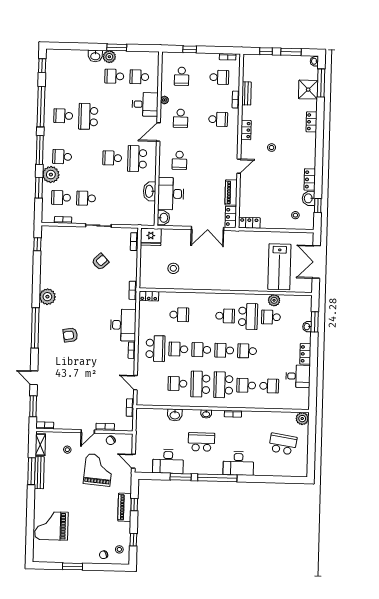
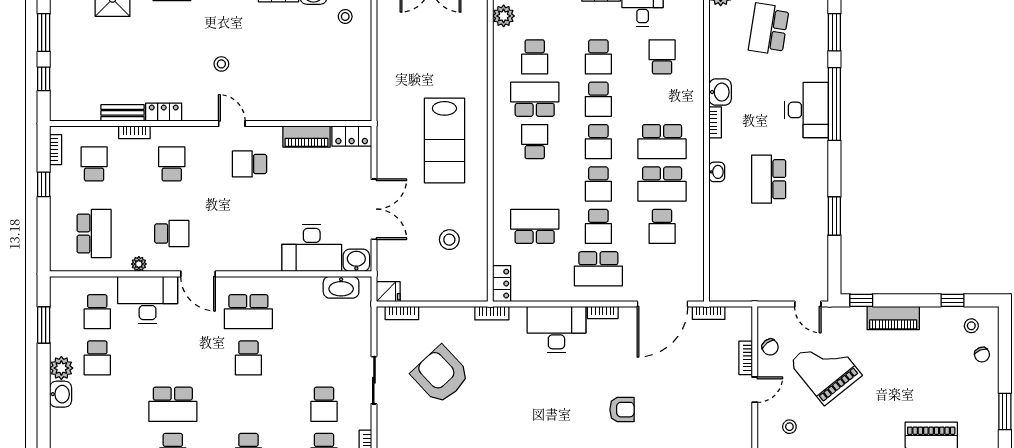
window: (117, 47) -> (44, 325), moved
window: (190, 49) -> (44, 184), moved
school desk: (182, 76) -> (94, 234), width x1.85
desk: (145, 104) -> (148, 300), width x1.37
locker: (246, 130) -> (164, 112), moved
school desk: (179, 160) -> (249, 164), moved, turned 180
door: (239, 166) -> (232, 124), moved
washbasin: (150, 191) -> (341, 287), moved
locker: (249, 223) -> (362, 101), removed
double door: (208, 228) -> (374, 209), moved
fridge: (151, 237) -> (388, 292), width x0.53, depth x0.75
armchair: (100, 262) -> (441, 375), width x1.88, depth x1.88
lab bench: (279, 267) -> (444, 140), moved, turned 90
plant: (274, 300) -> (504, 16), moved
school desk: (179, 315) -> (535, 226), width x1.85
armchair: (70, 335) -> (622, 410), moved, turned -81
school desk: (155, 349) -> (598, 269), turned 180
door: (136, 383) -> (662, 304), width x1.88
school desk: (246, 385) -> (598, 57), moved
washbasin: (175, 415) -> (720, 92), moved
door: (88, 431) -> (755, 390), hinge flipped
door: (133, 461) -> (808, 304), hinge flipped
desk: (168, 461) -> (806, 240), removed
grand piano: (98, 470) -> (826, 369), turned 46
window: (217, 478) -> (834, 104), moved
window: (280, 480) -> (834, 32), added
window: (134, 505) -> (861, 300), moved

